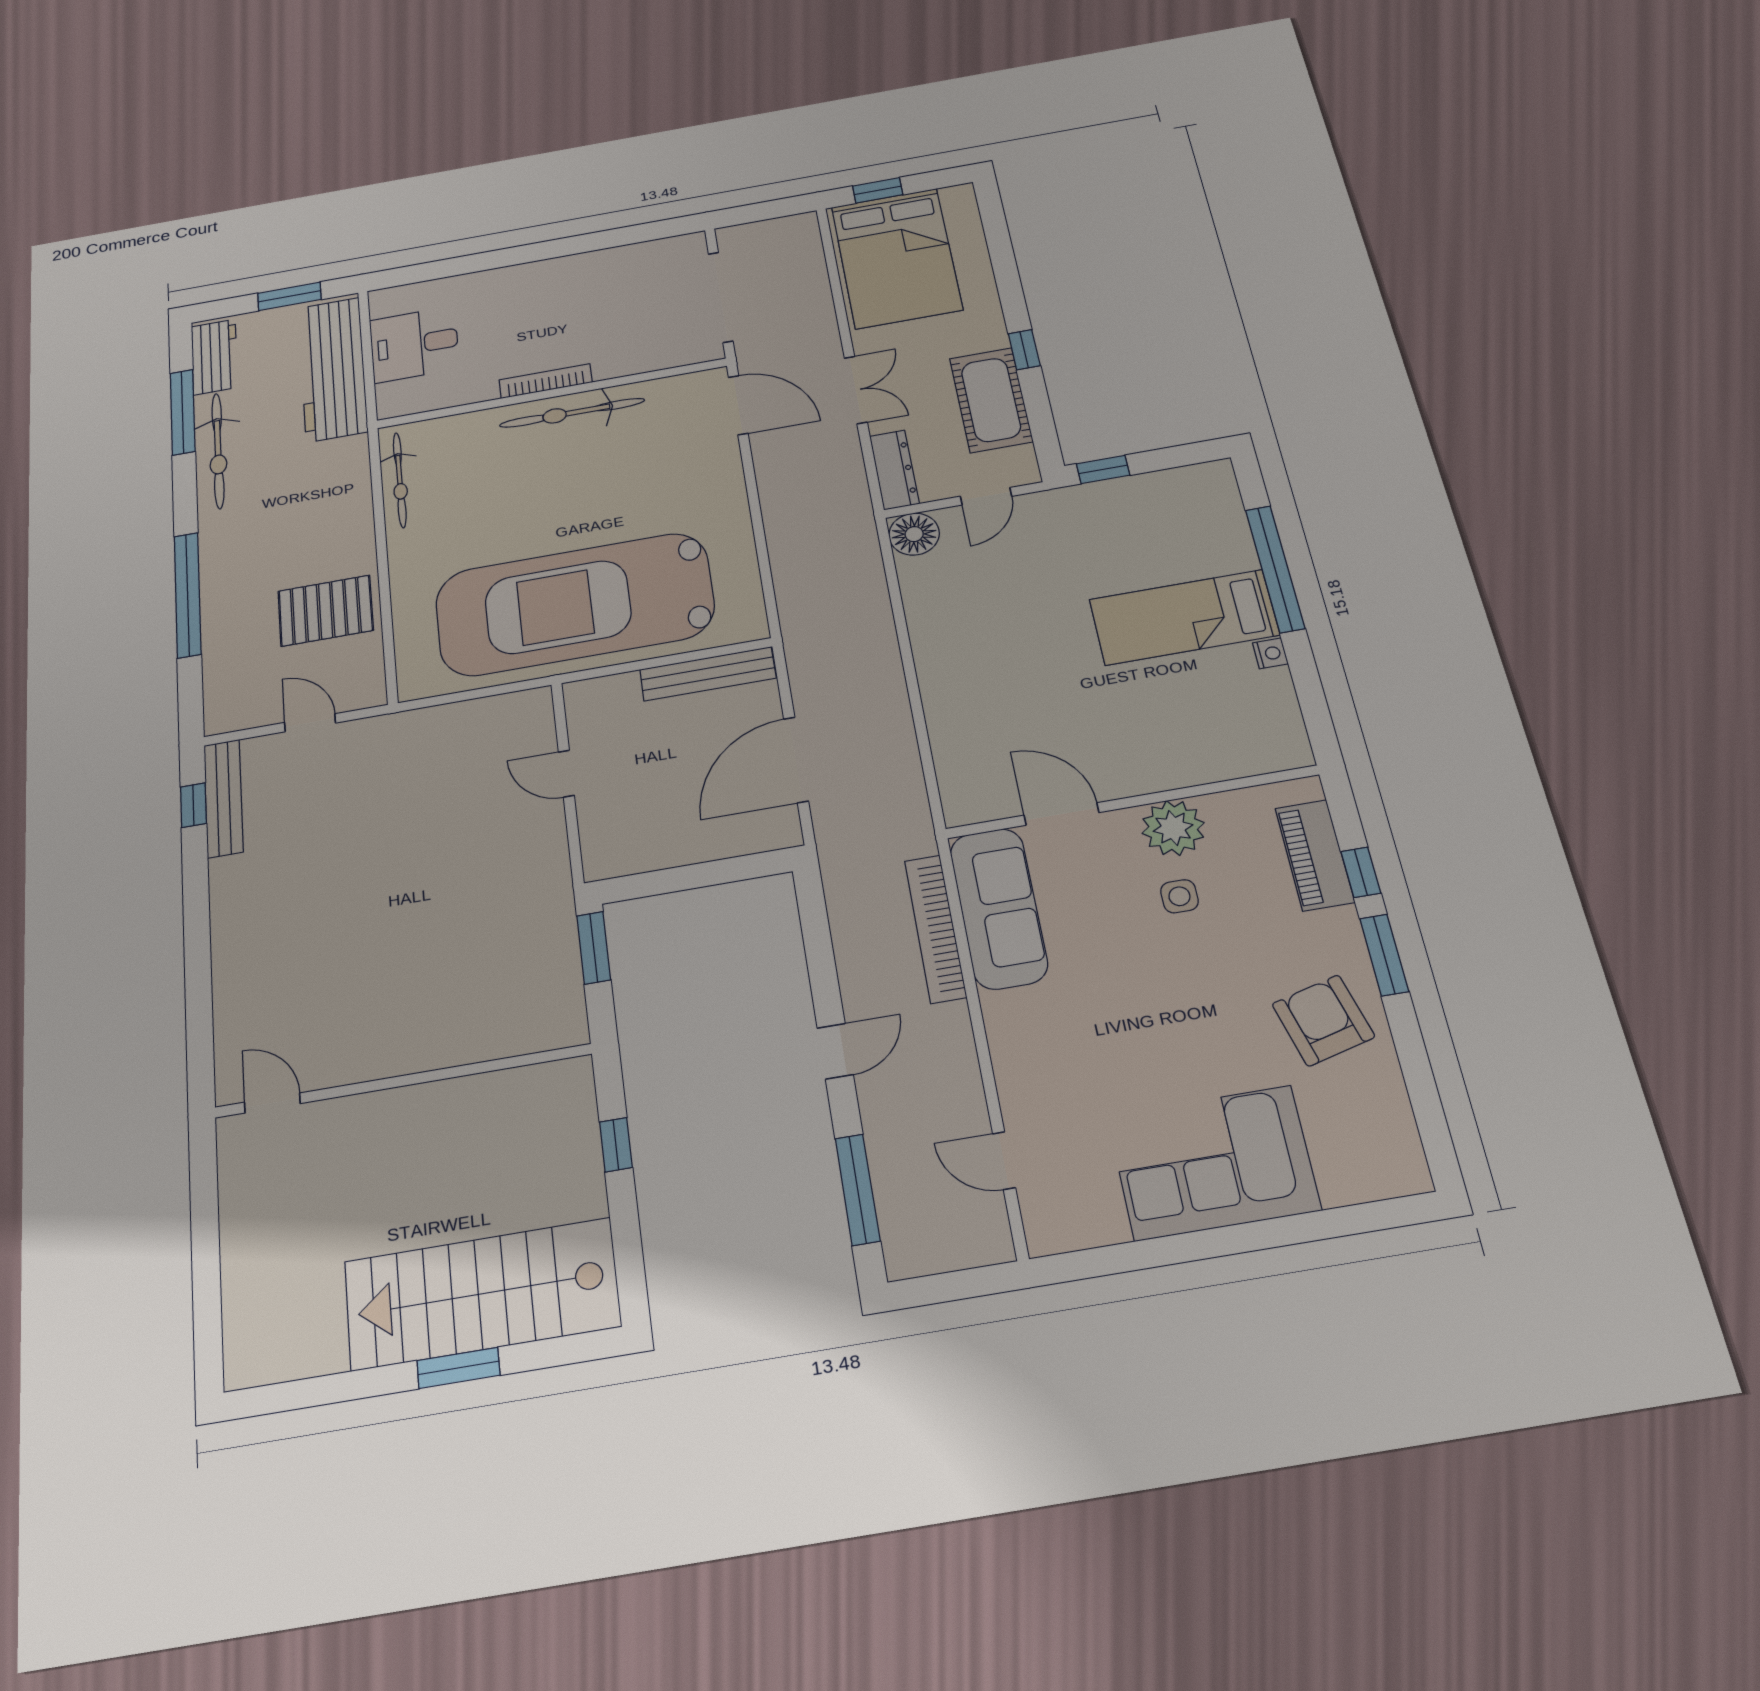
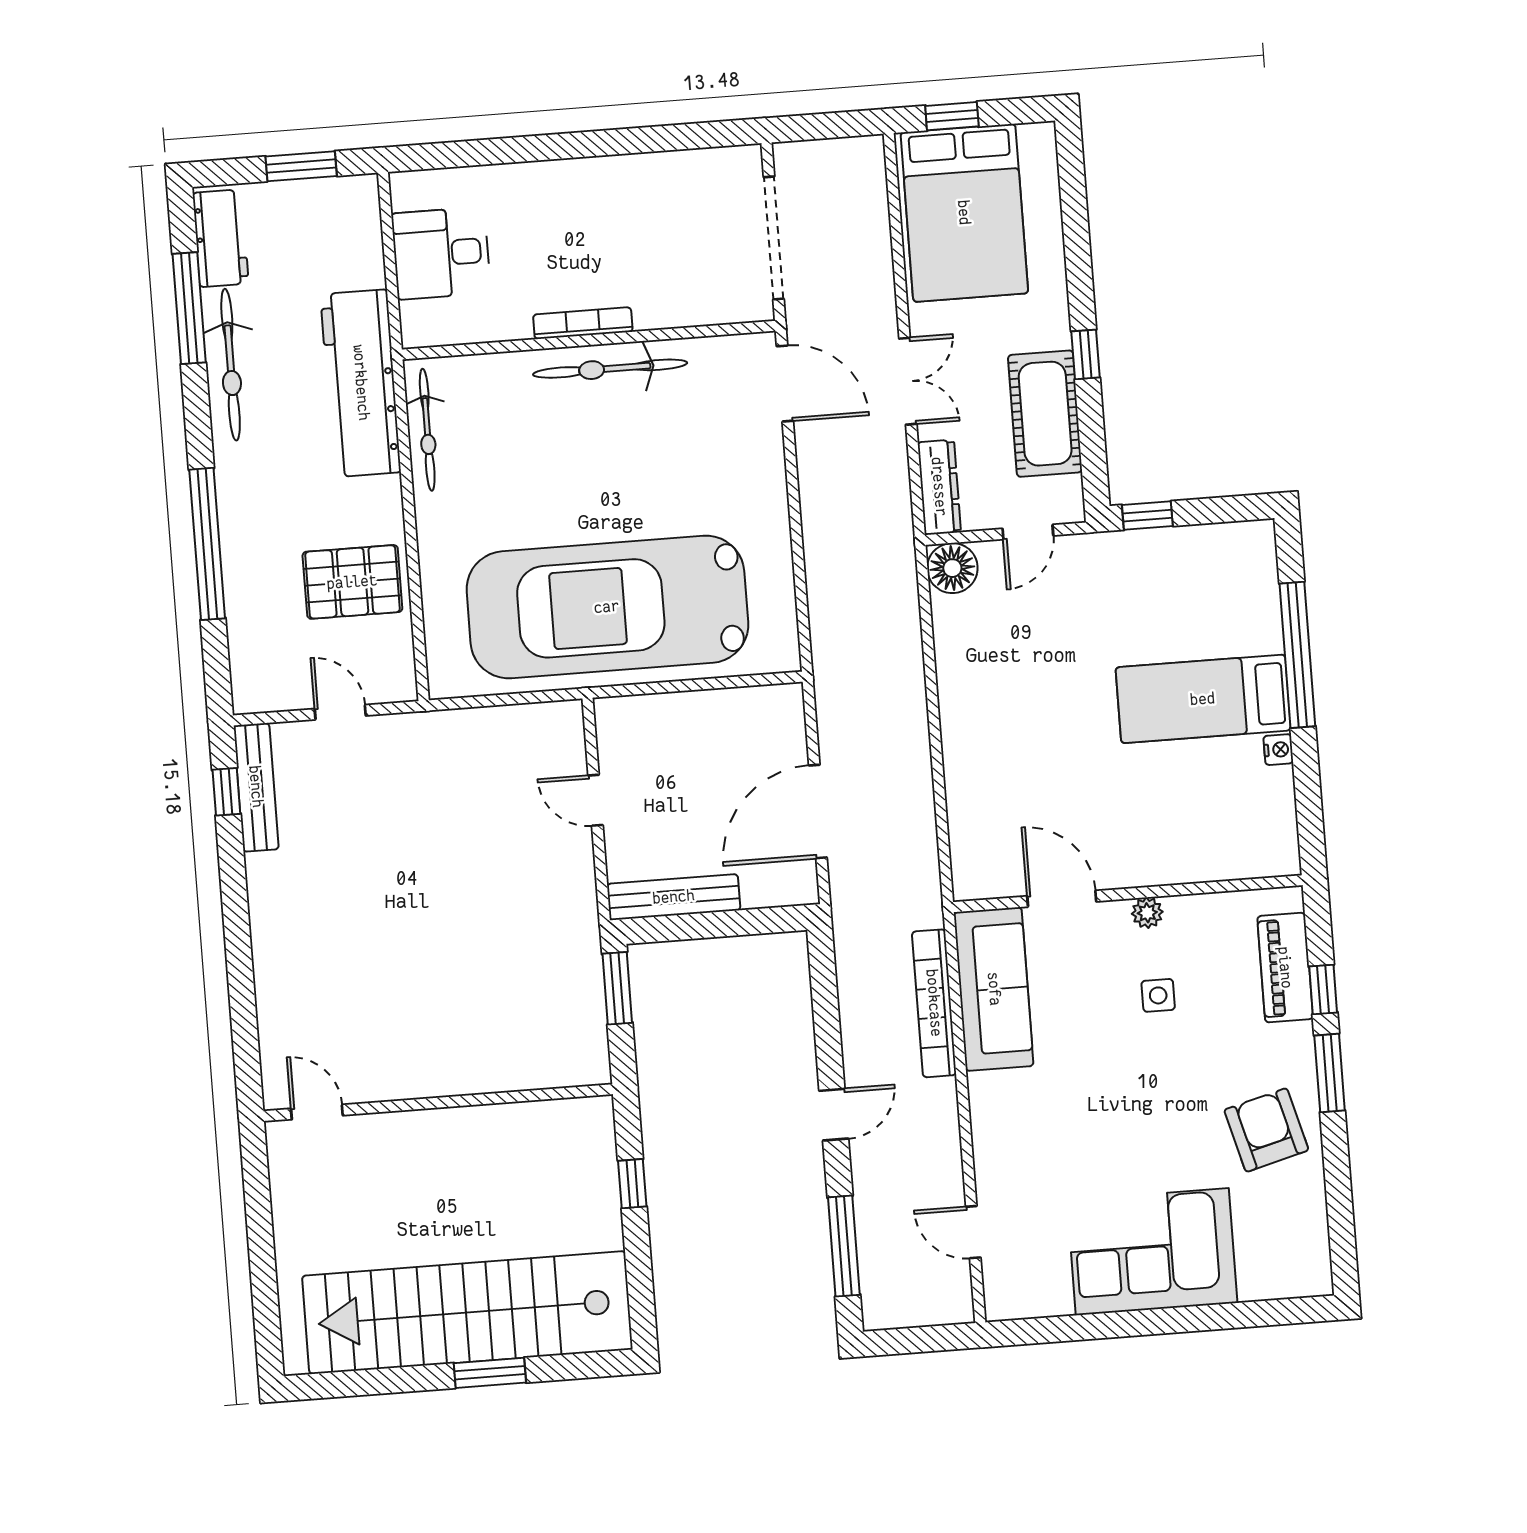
workbench: (333, 369) -> (361, 383), moved
bench: (708, 674) -> (674, 897), moved
plant: (1173, 828) -> (1147, 913), width x0.53, depth x0.53
stairs: (482, 1294) -> (467, 1313), width x1.36

